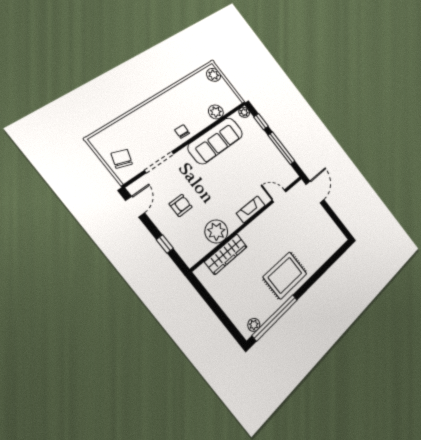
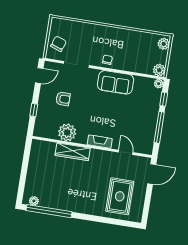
plant: (216, 112) -> (159, 70), moved
sofa: (216, 141) -> (116, 82), width x0.73
wardrobe: (226, 254) -> (73, 152), moved
rug: (285, 275) -> (120, 196), moved, turned 90

